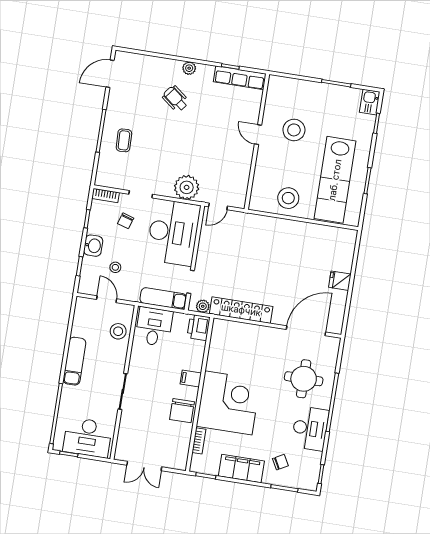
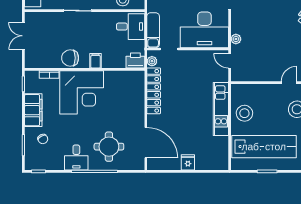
lab bench: (335, 180) -> (264, 147), turned 180
plant: (187, 187) -> (236, 39), width x0.53, depth x0.53
kitchen unit: (278, 227) -> (221, 109), added
desk: (310, 428) -> (76, 158), width x0.73

